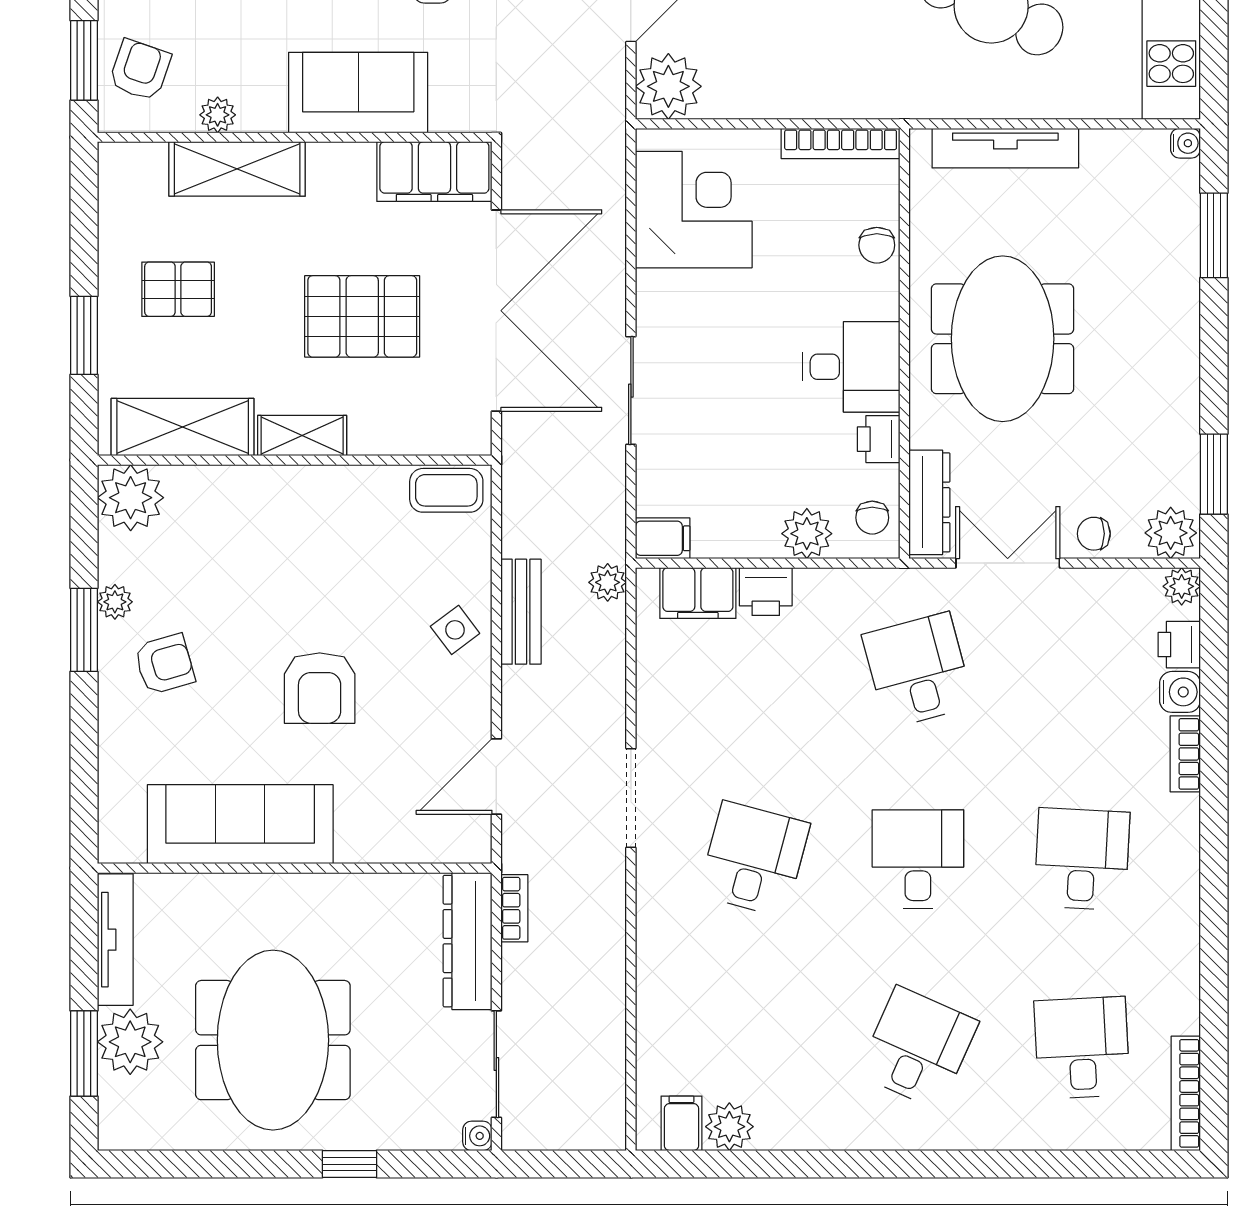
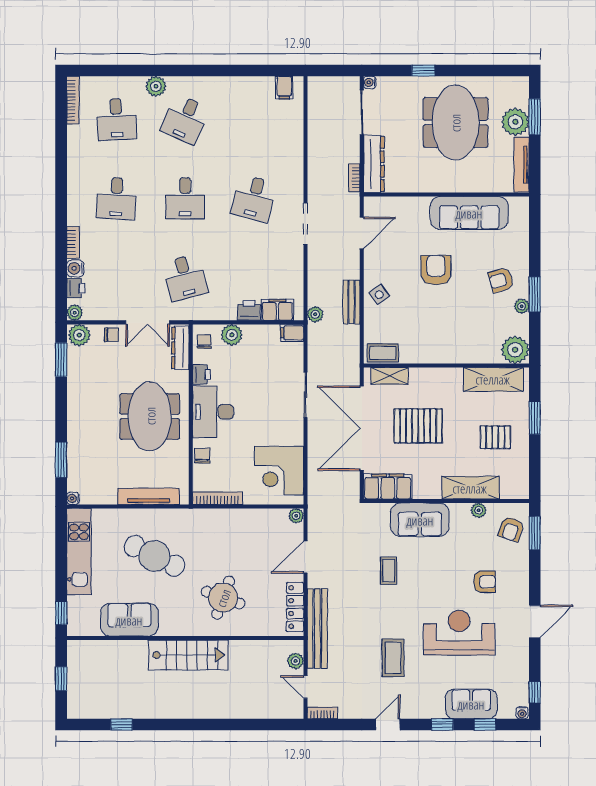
plant: (668, 86) -> (296, 516), width x0.53, depth x0.53
desk: (851, 367) -> (213, 412), width x1.37
shelving: (302, 436) -> (389, 376), moved
plant: (729, 1127) -> (156, 86), moved

